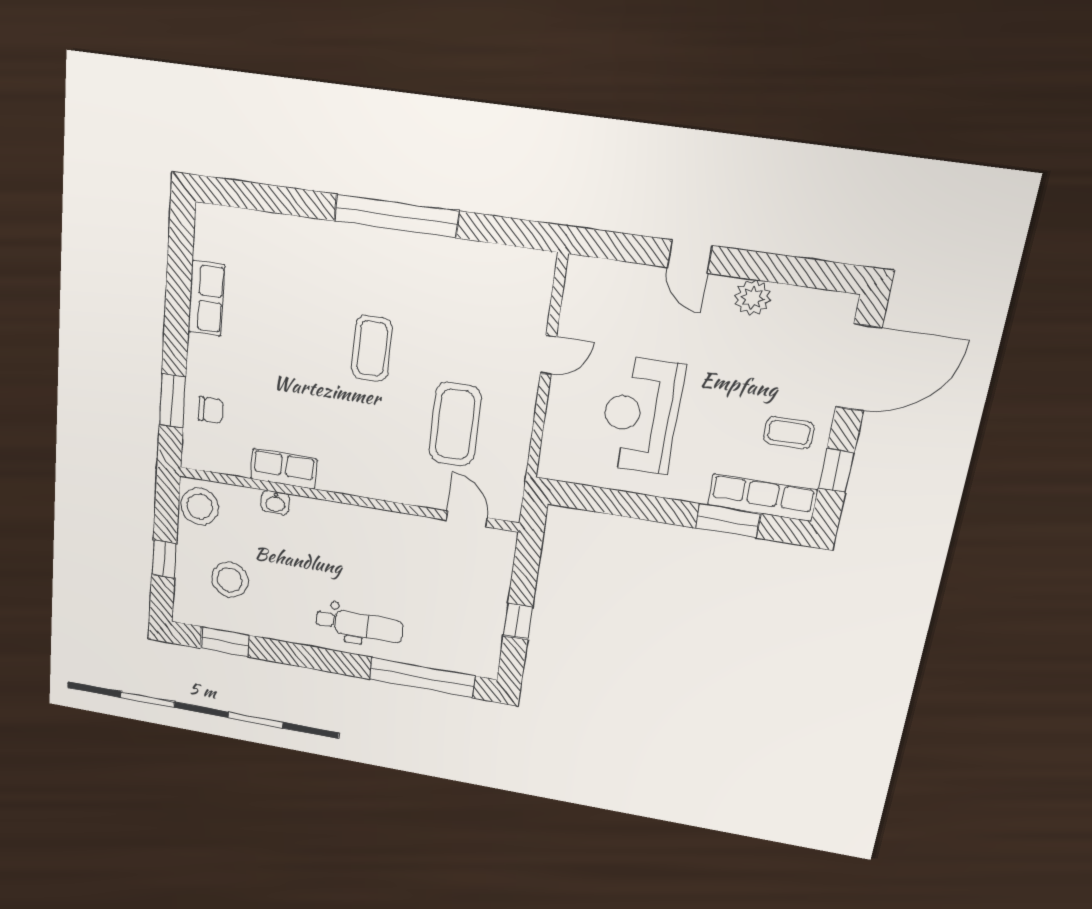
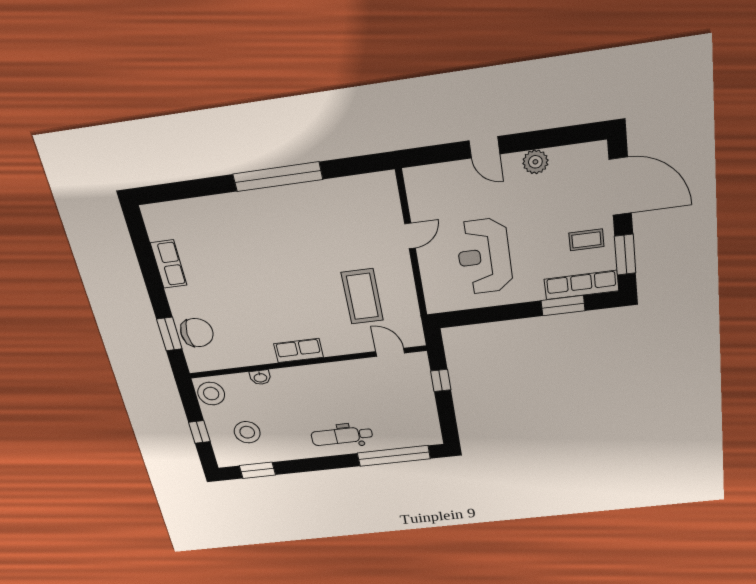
coffee table: (372, 348) -> (291, 265), removed
door: (859, 368) -> (620, 186), hinge flipped
chair: (211, 410) -> (197, 333), width x1.87, depth x1.87
row of seats: (284, 469) -> (299, 350), moved
window: (836, 470) -> (625, 255), width x1.50
window: (518, 621) -> (441, 380), moved
dental chair: (359, 625) -> (342, 436), turned 180

